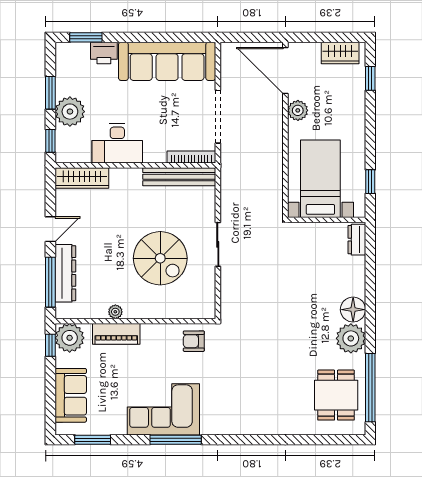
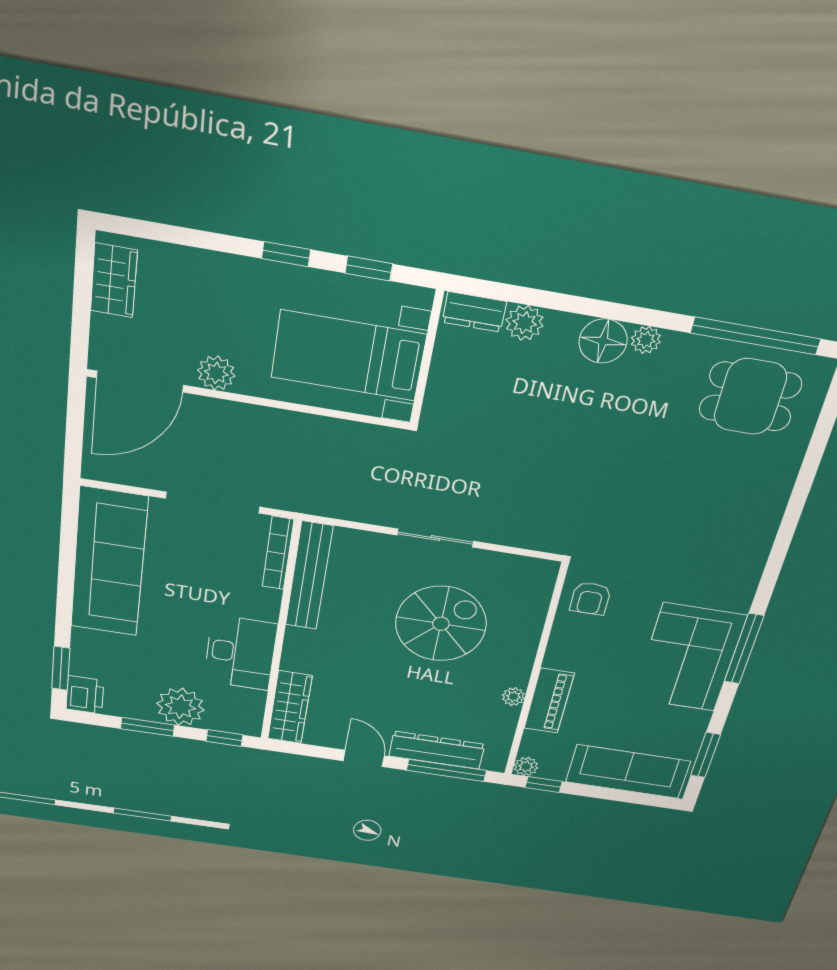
printer: (104, 53) -> (85, 695), moved
window: (370, 78) -> (286, 254), moved
plant: (356, 267) -> (525, 323), added
plant: (70, 338) -> (526, 766), width x0.53, depth x0.53
plant: (351, 338) -> (646, 340), width x0.53, depth x0.53
sofa: (71, 395) -> (628, 772), width x1.36

